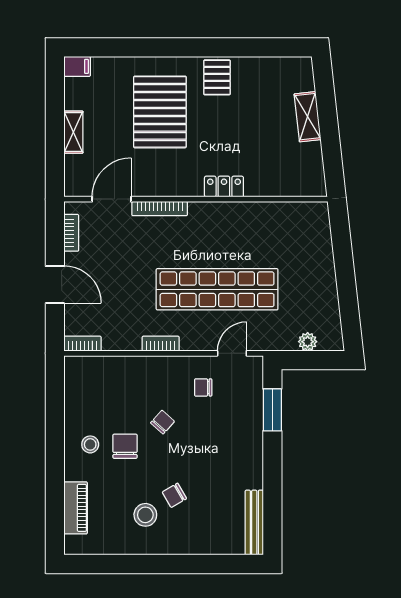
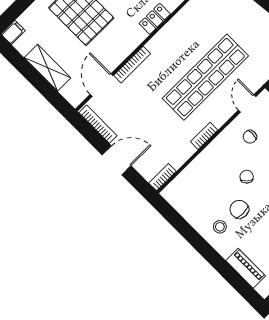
shelving: (73, 132) -> (48, 68), width x1.50, depth x1.33
bookcase: (71, 233) -> (98, 124), width x1.56

